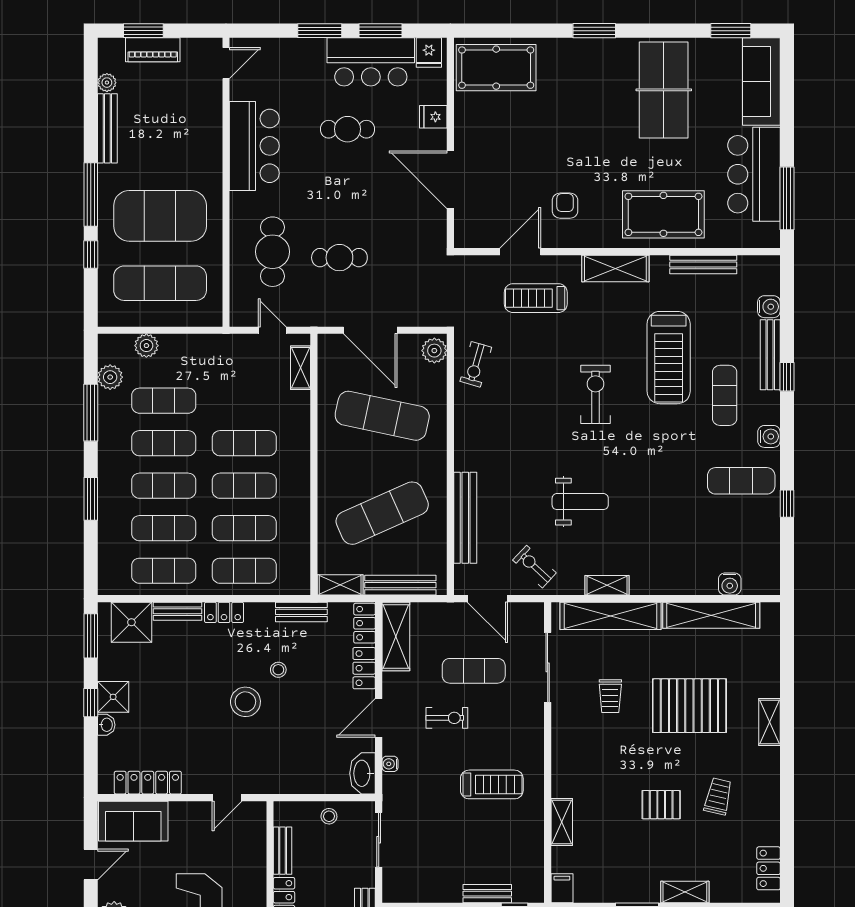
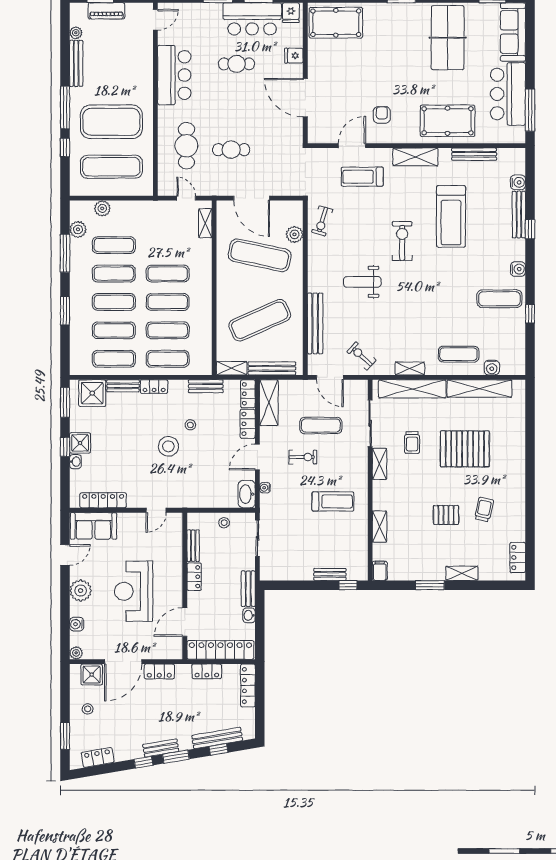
plant: (434, 351) -> (295, 234), moved
exercise mat: (725, 395) -> (459, 354), moved, turned 90
weight bench: (580, 502) -> (362, 282), moved, turned 180
shelving: (769, 722) -> (380, 464), moved

